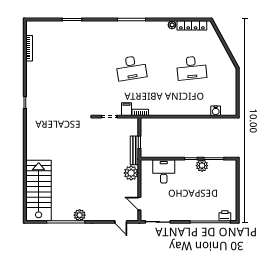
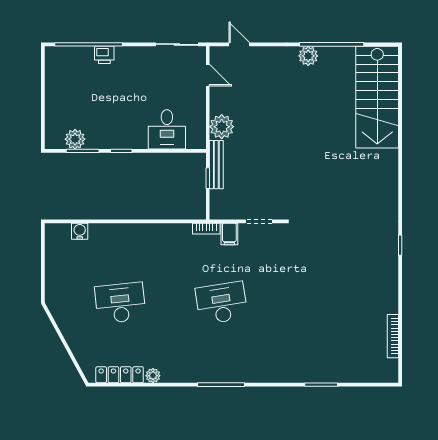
plant: (202, 166) -> (75, 139), moved
printer: (225, 216) -> (104, 55), moved

